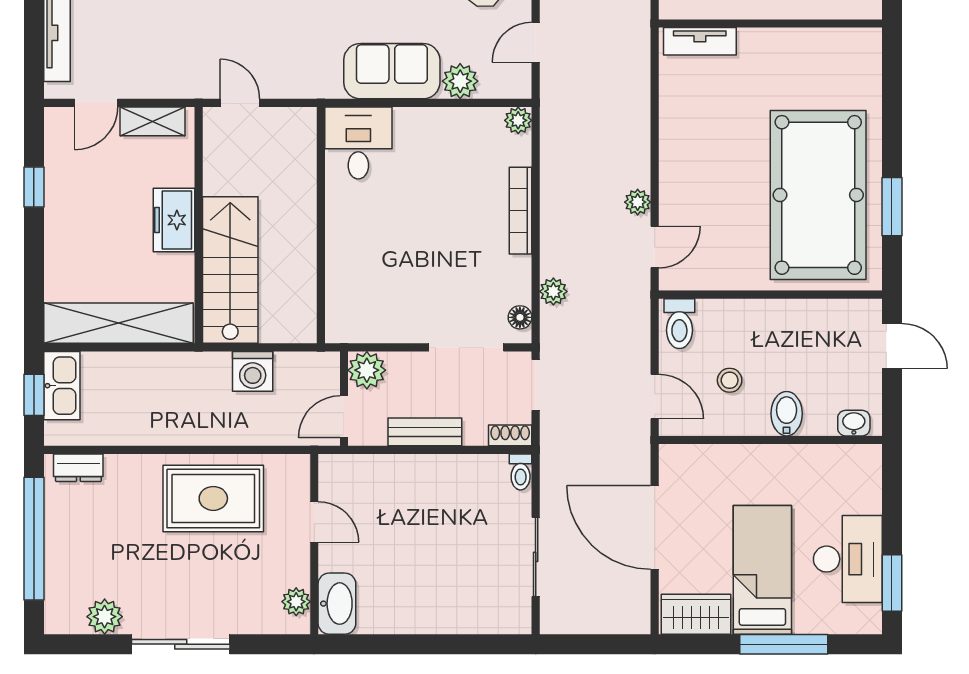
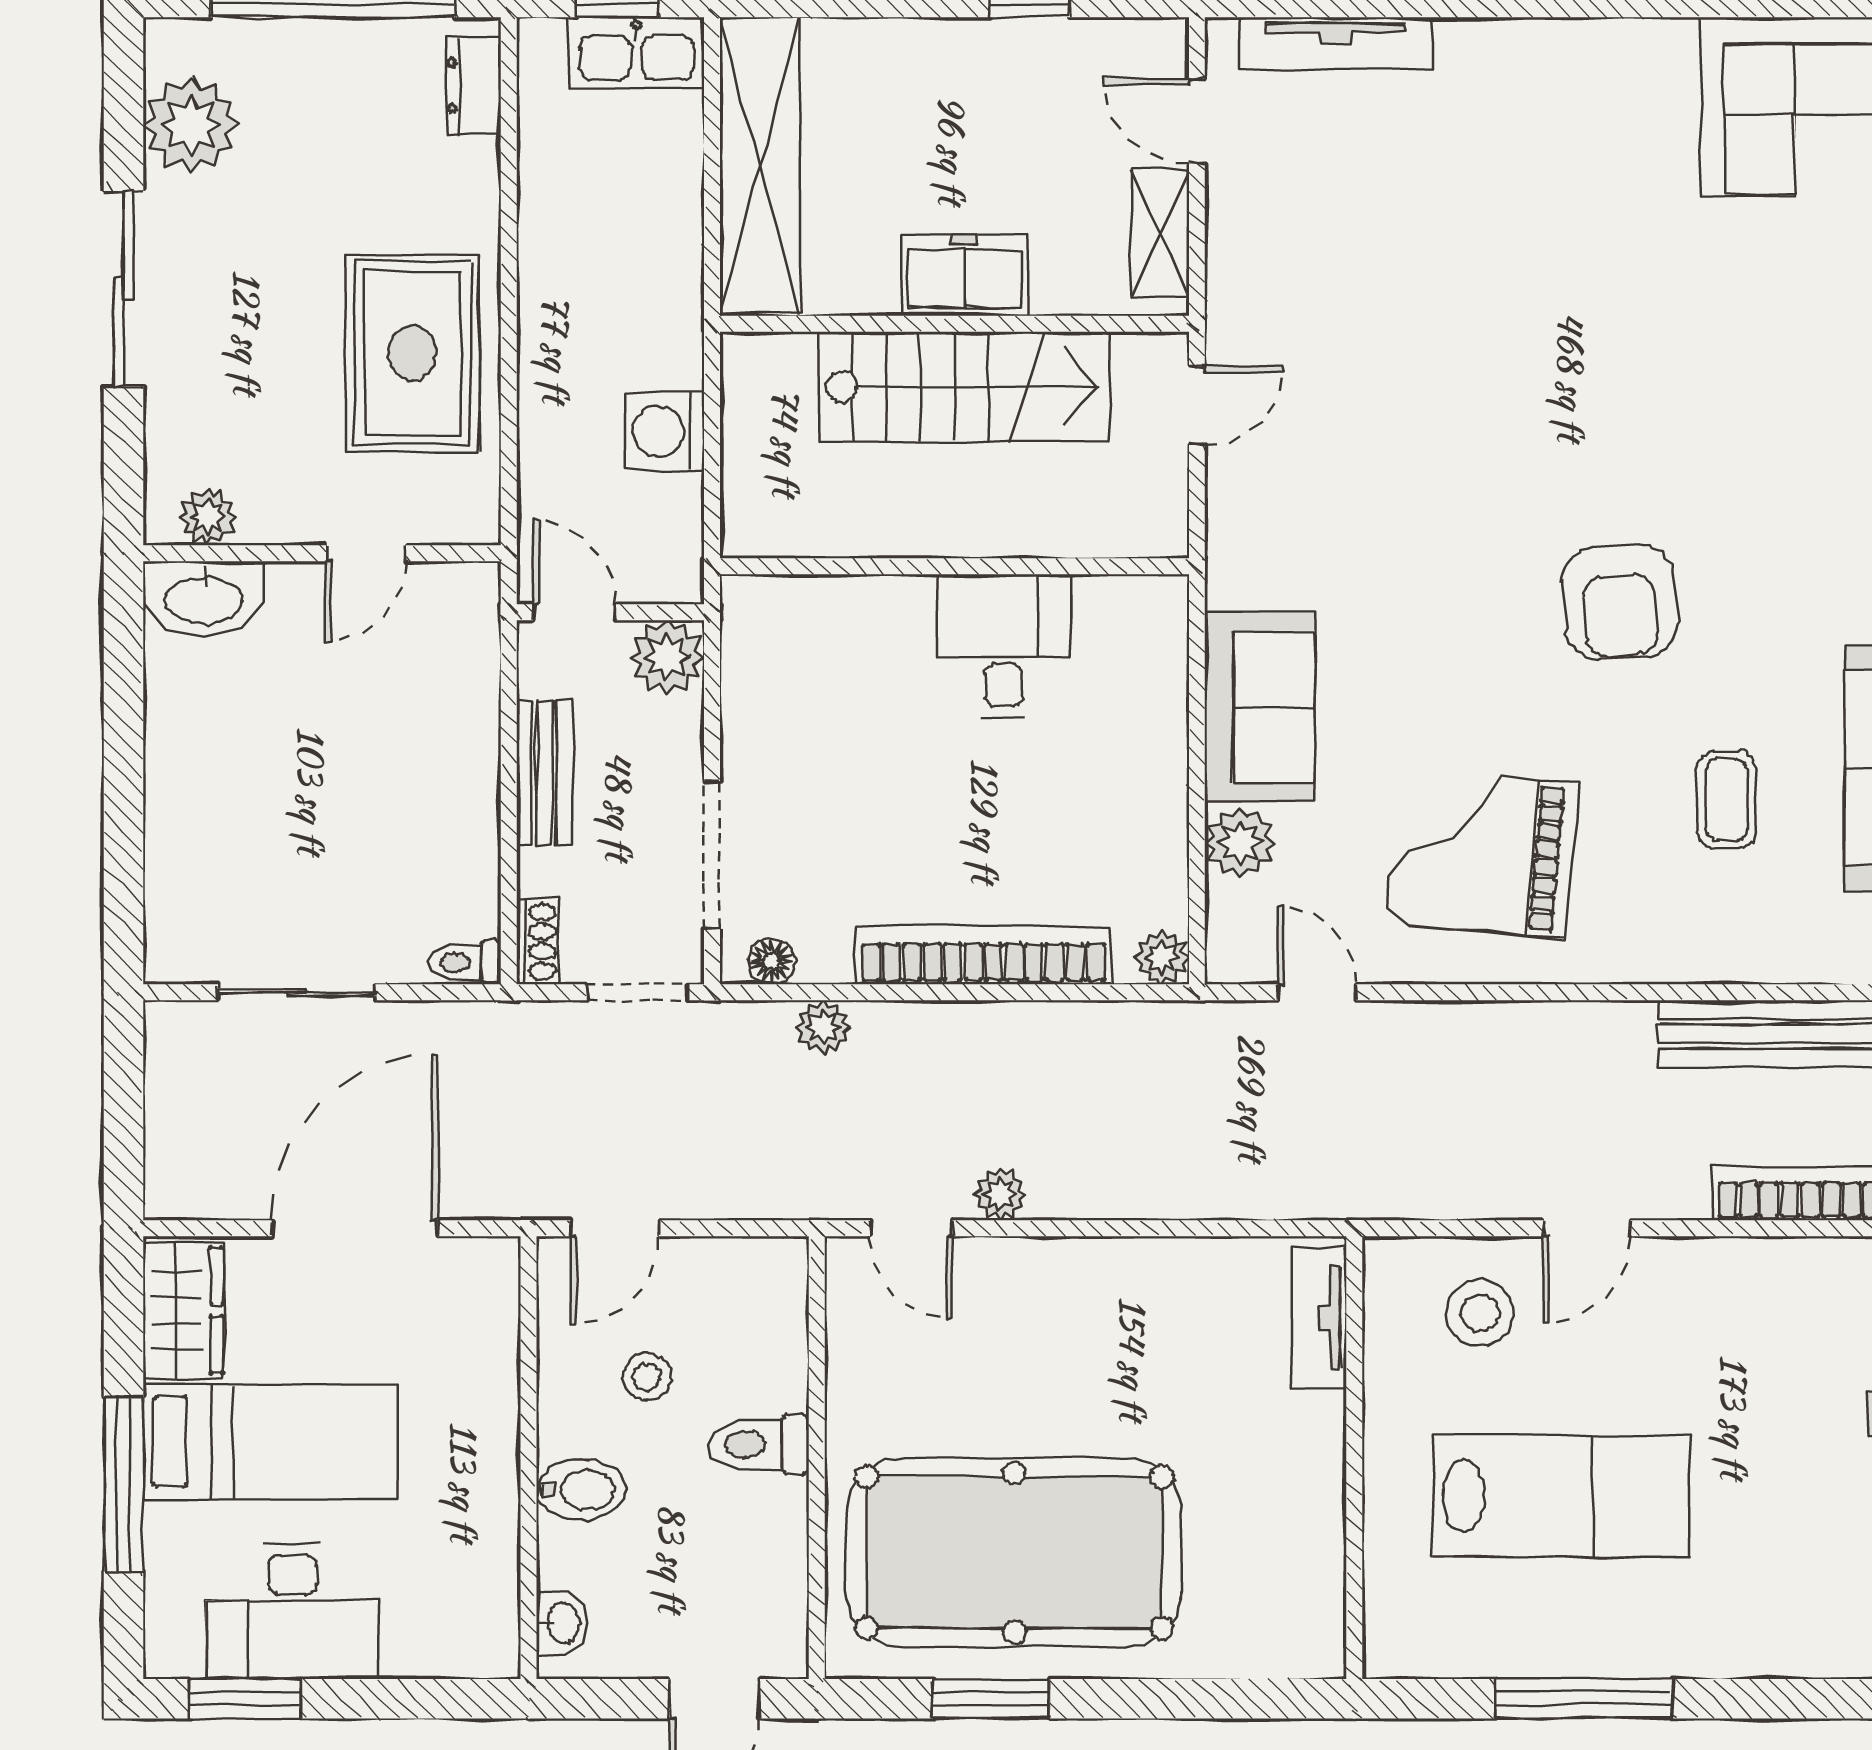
desk: (358, 143) -> (1003, 646), moved, turned -90
bookcase: (521, 211) -> (983, 955), width x1.48, depth x1.31
stairs: (230, 270) -> (964, 387), moved
toilet: (679, 324) -> (759, 1445), moved
plant: (105, 617) -> (191, 125), width x1.36, depth x1.36

